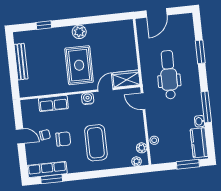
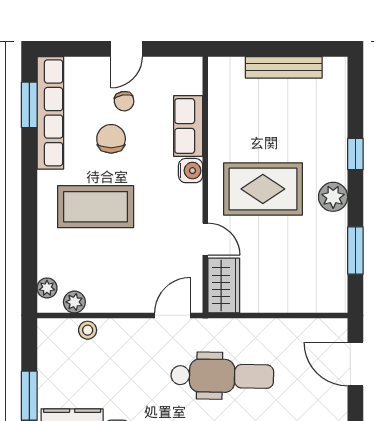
window: (103, 19) -> (355, 251), added
window: (44, 25) -> (355, 154), moved
water cooler: (88, 99) -> (191, 171), moved
chair: (63, 139) -> (111, 139), turned 180
row of seats: (47, 170) -> (50, 113), width x1.36

